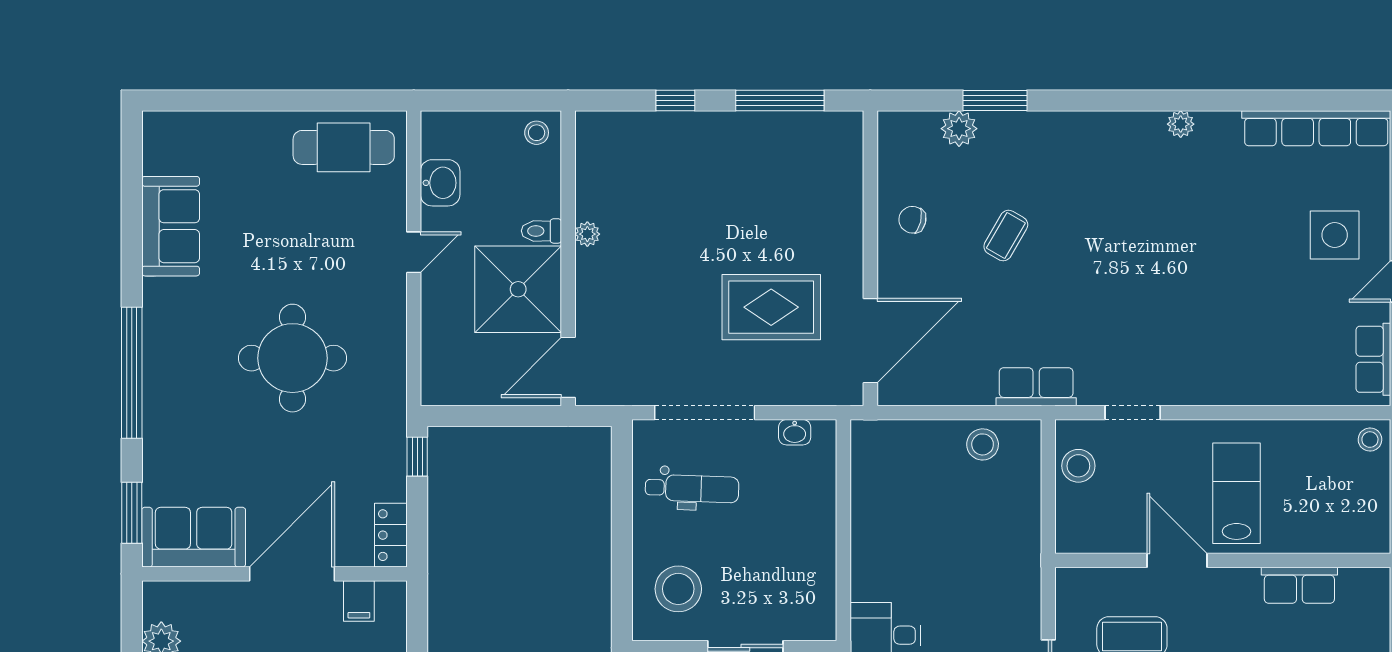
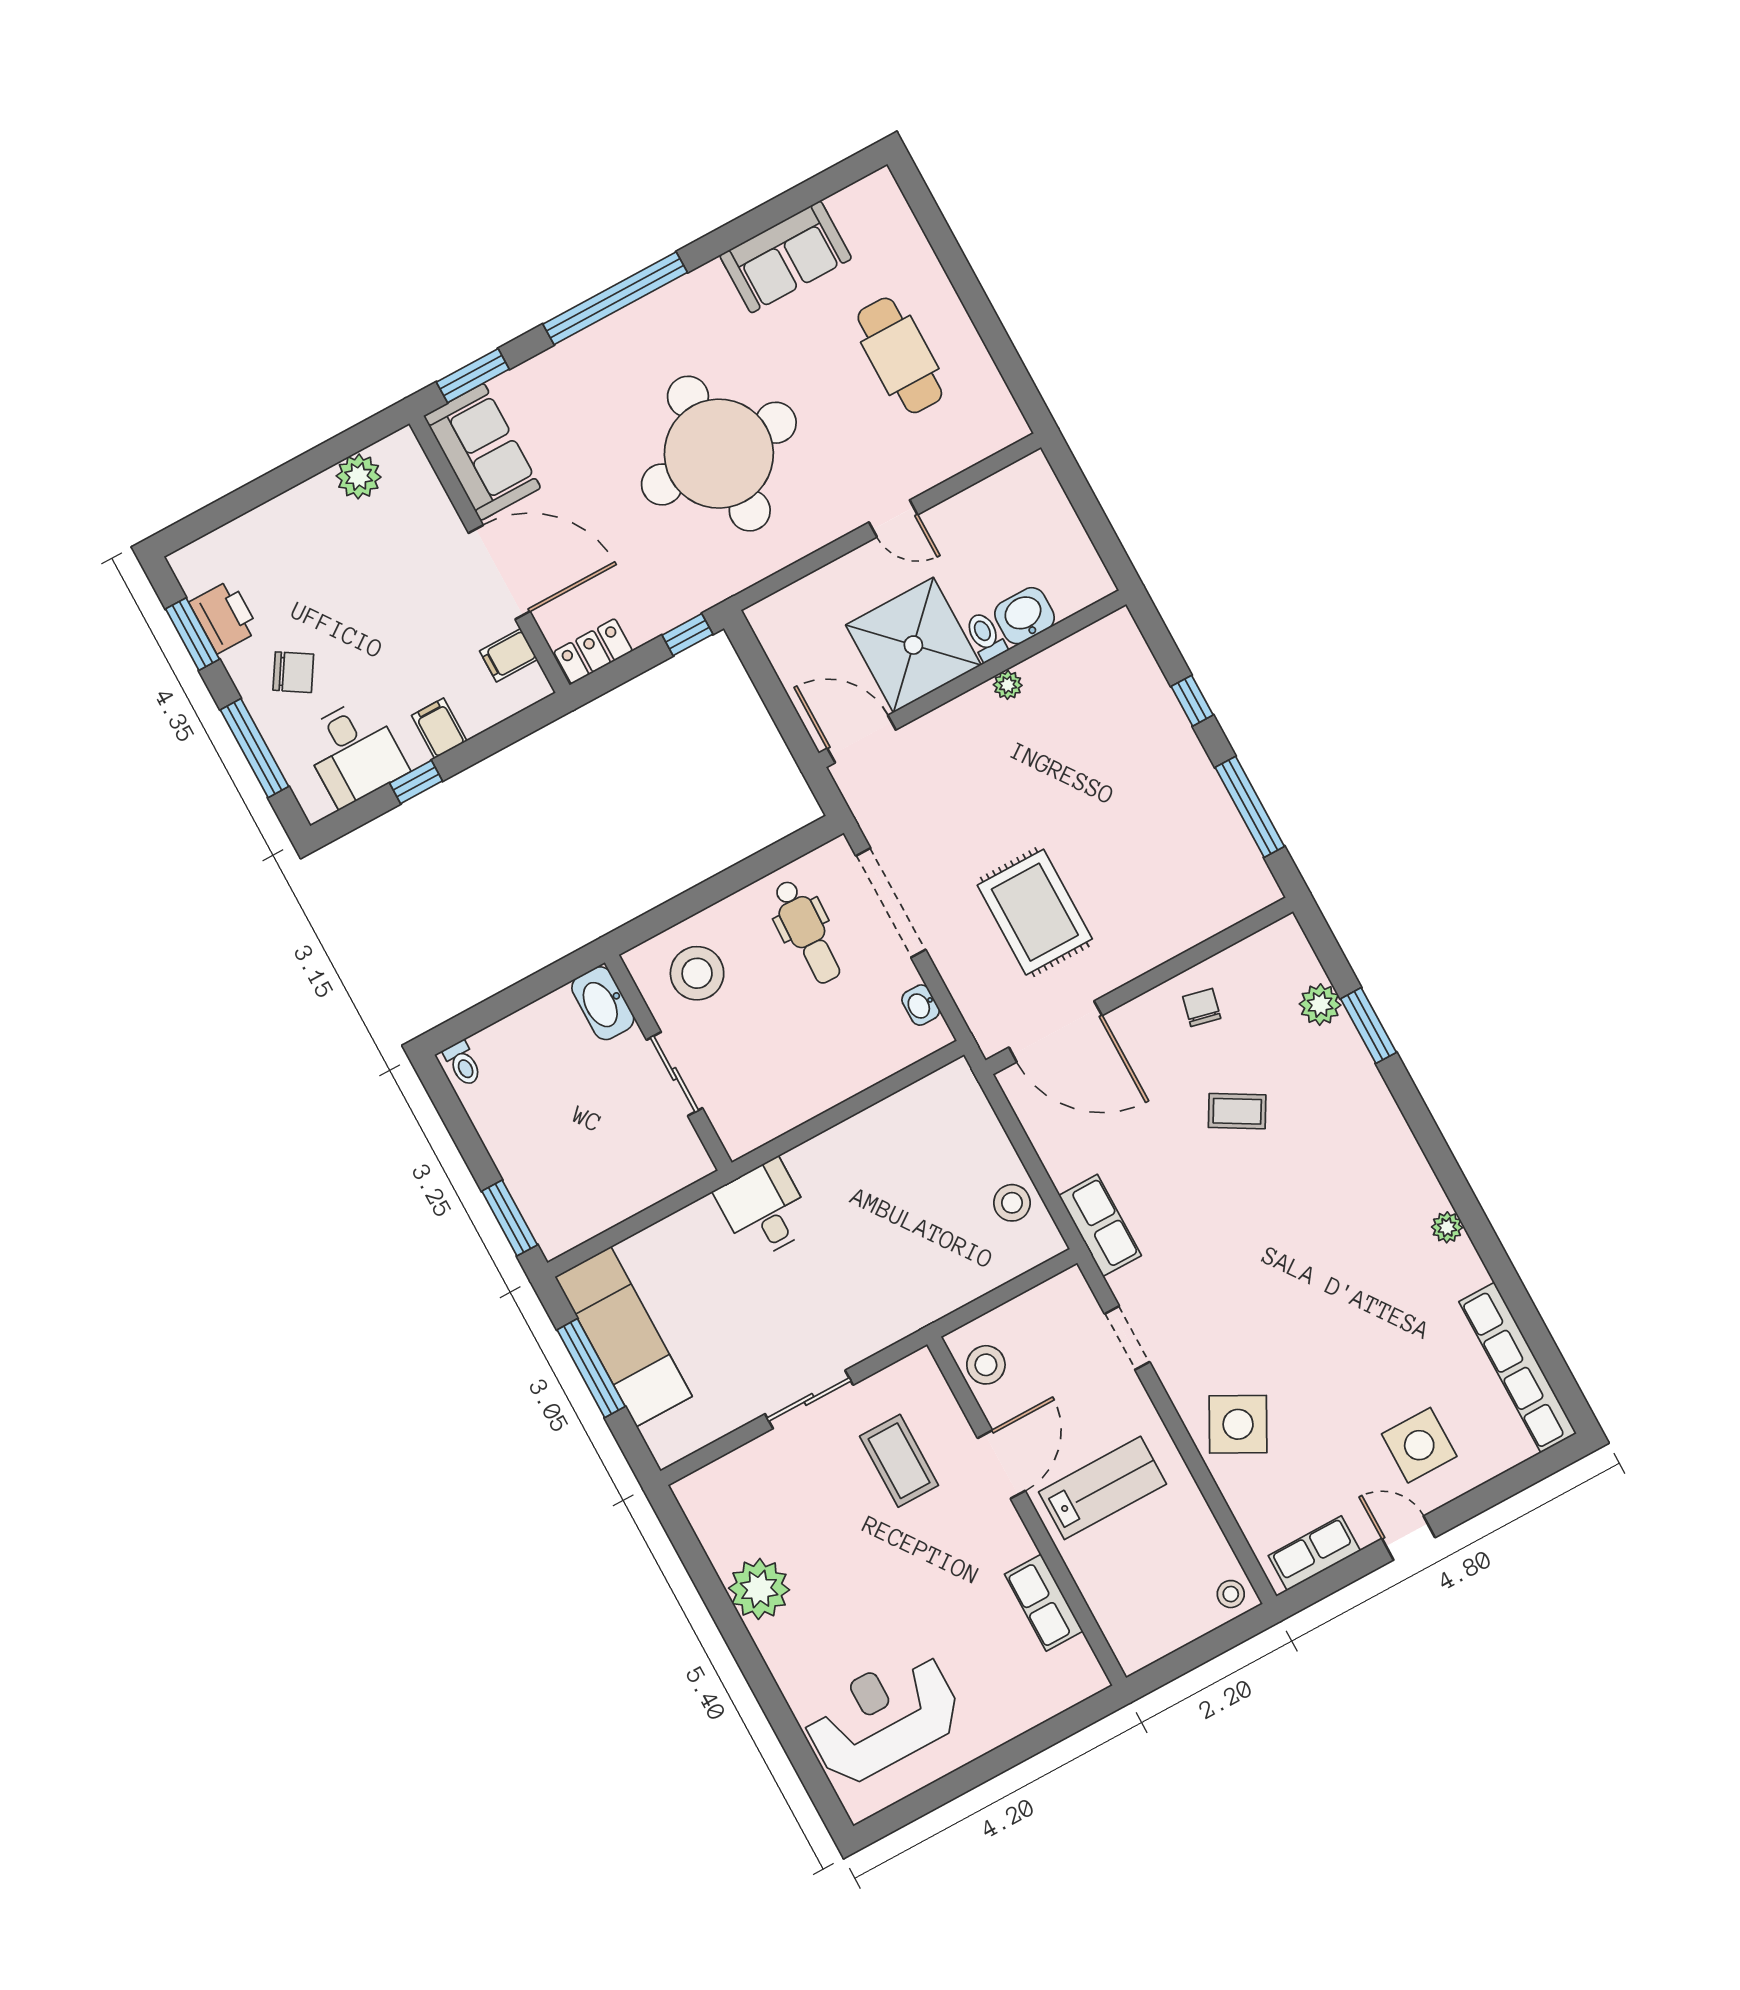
stool: (537, 133) -> (1083, 577), removed
cafe table: (344, 147) -> (900, 355), moved
washbasin: (440, 183) -> (1025, 616), moved, turned 180
round table: (293, 358) -> (719, 454), width x1.36, depth x1.36
side table: (1244, 364) -> (1238, 1424), added
stool: (1078, 466) -> (986, 1365), moved

